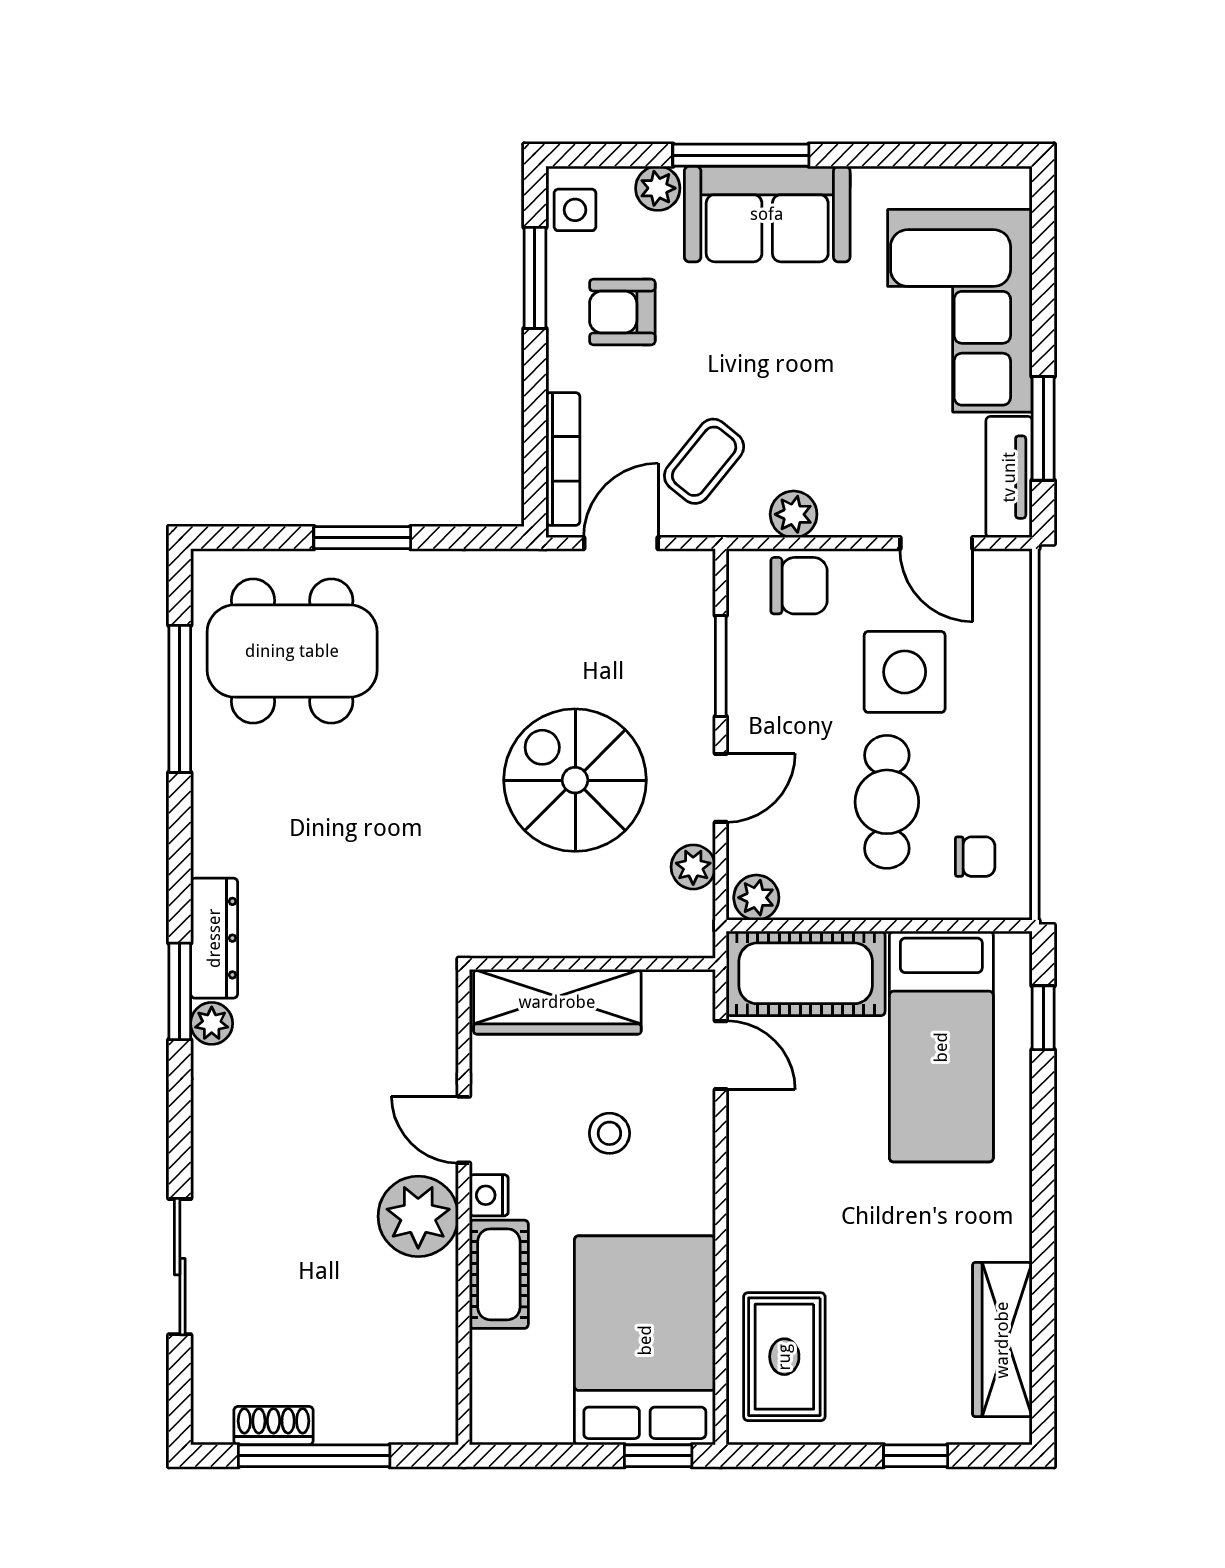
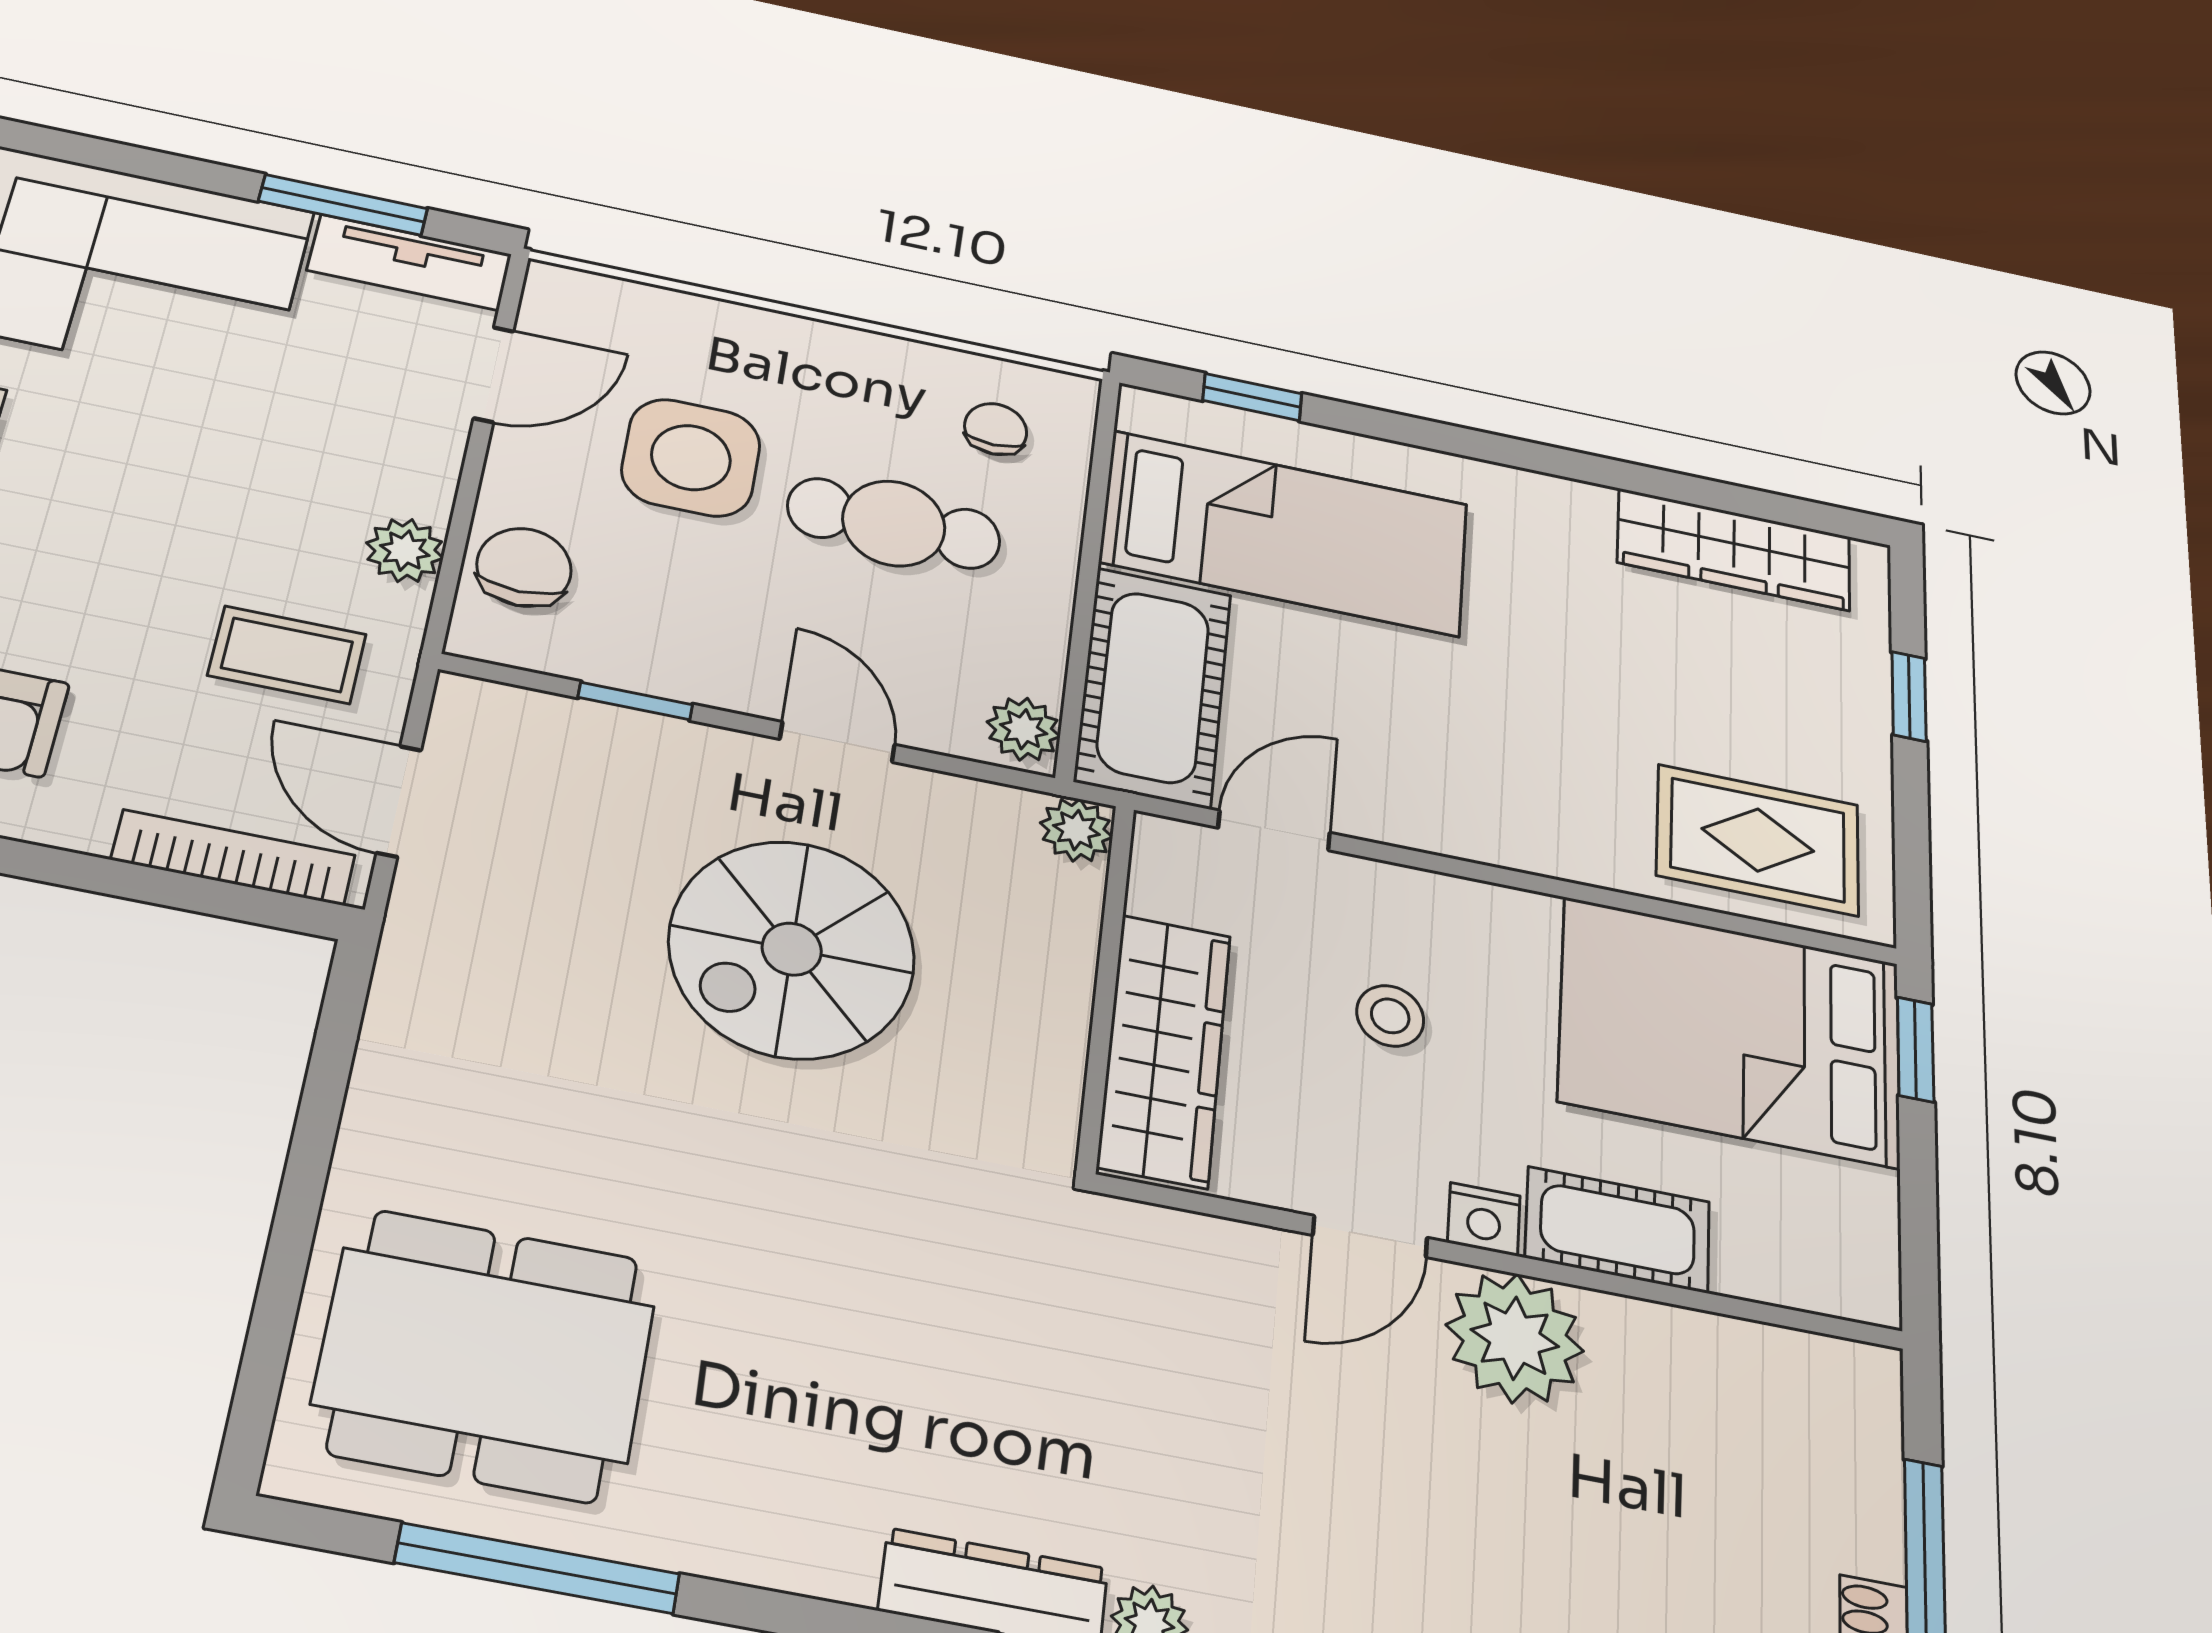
coffee table: (704, 461) -> (287, 655), turned -39
window: (362, 538) -> (300, 1198), removed
dining table: (292, 651) -> (484, 1355), turned 90
window: (721, 666) -> (635, 701), width x0.67
plant: (693, 867) -> (1076, 830), moved

